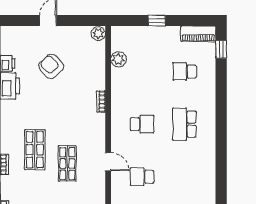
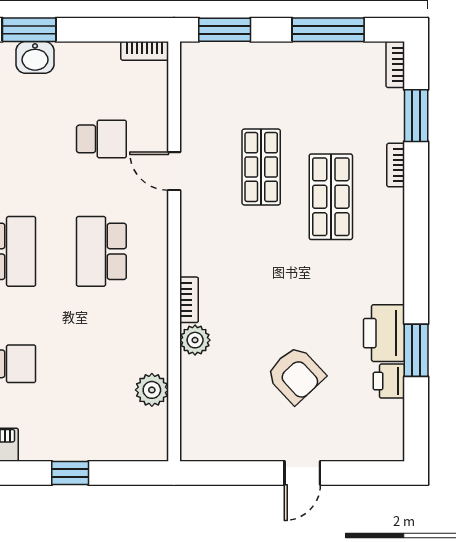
plant: (98, 34) -> (195, 340), moved
school desk: (142, 124) -> (101, 251), width x1.85

